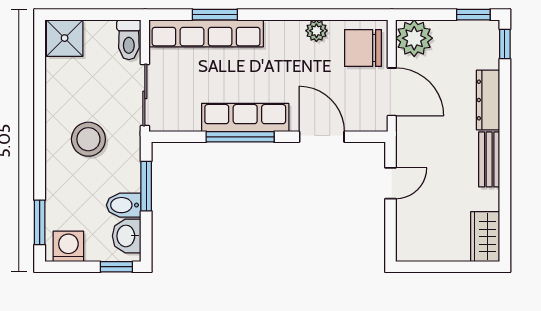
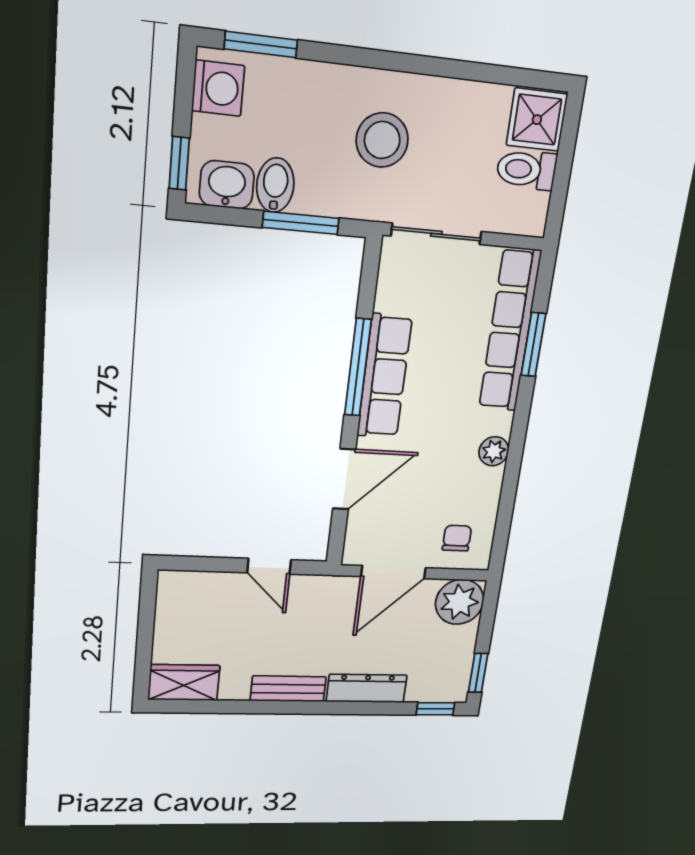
plant: (316, 31) -> (494, 451), moved
toilet: (129, 40) -> (526, 170), moved
chair: (363, 48) -> (457, 538), width x0.54, depth x0.54

